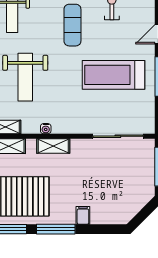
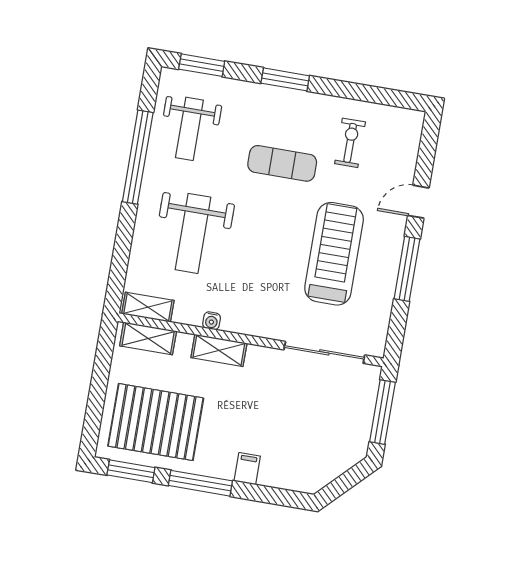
exercise mat: (72, 25) -> (282, 163), turned 90
treadmill: (114, 75) -> (334, 254), turned 90

